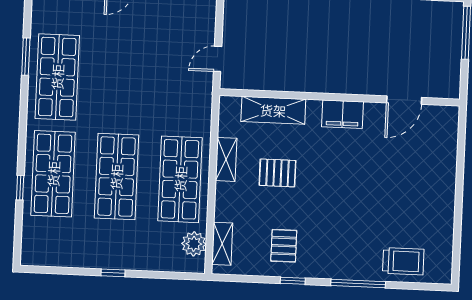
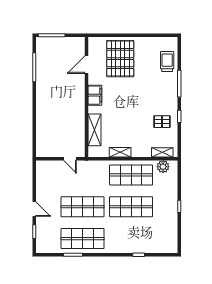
door: (404, 100) -> (87, 65), swing flipped
pallet: (277, 173) -> (120, 59), moved, width x2.05, depth x2.00
shop shelf: (53, 174) -> (83, 207), moved

